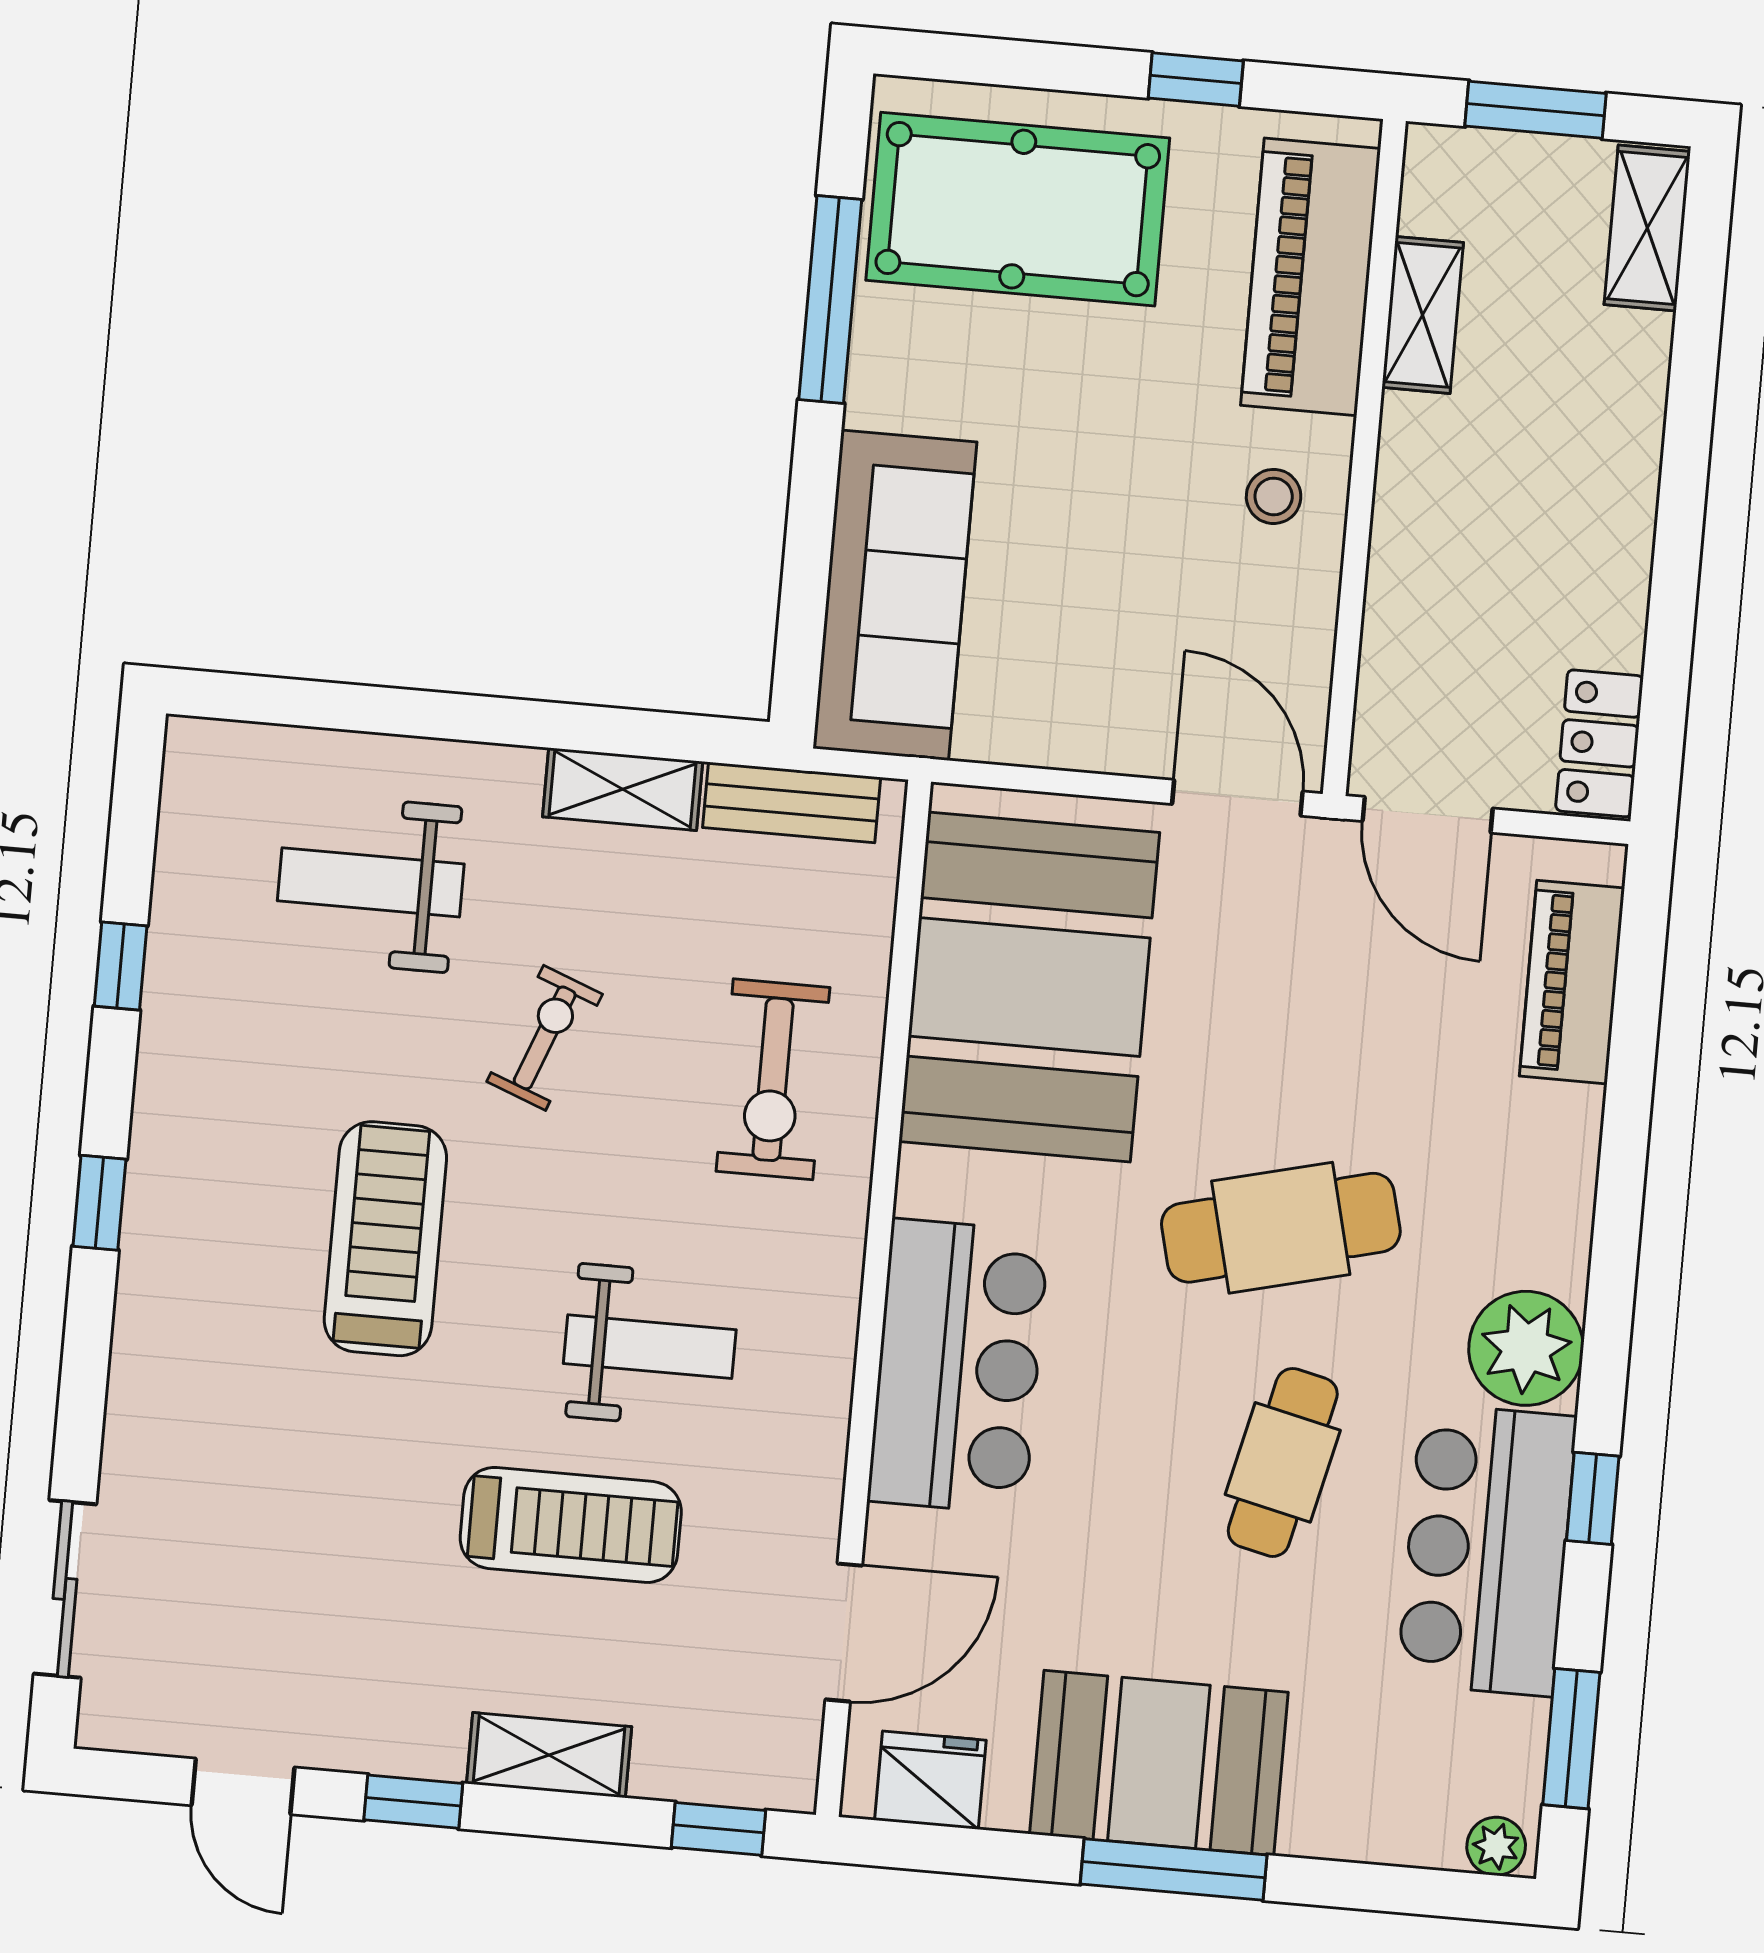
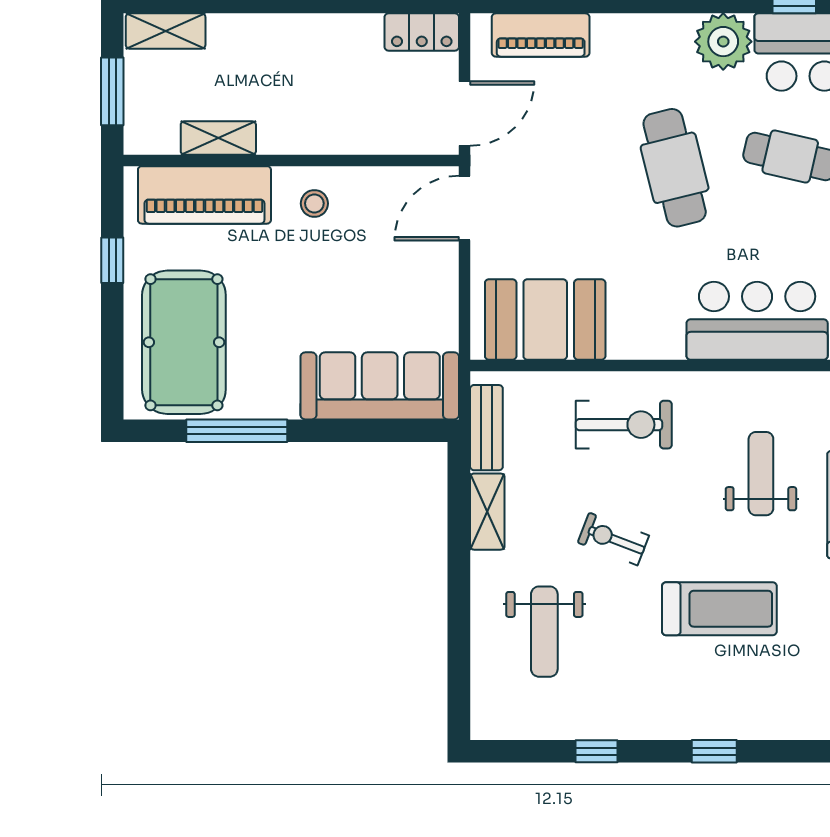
booth: (1029, 987) -> (545, 319), width x0.73, depth x0.70
treadmill: (385, 1239) -> (719, 609), turned 180

